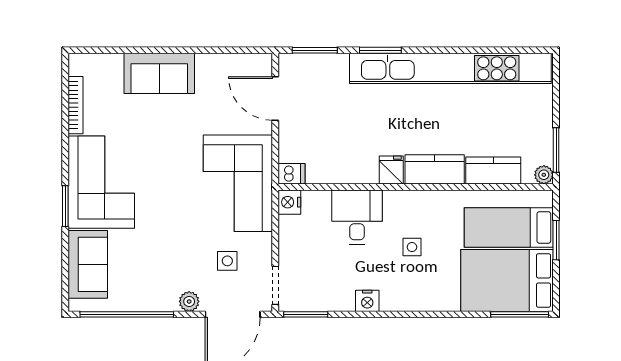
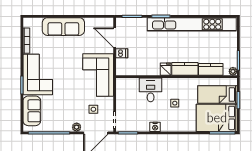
sofa: (159, 73) -> (63, 27), width x1.36
dishwasher: (291, 174) -> (122, 53), moved
nightstand: (289, 202) -> (121, 83), removed

